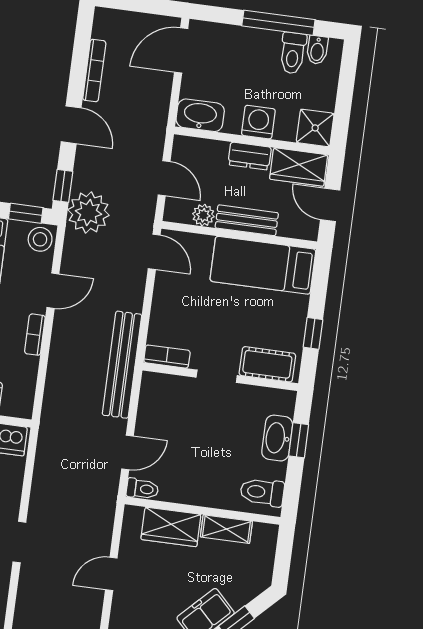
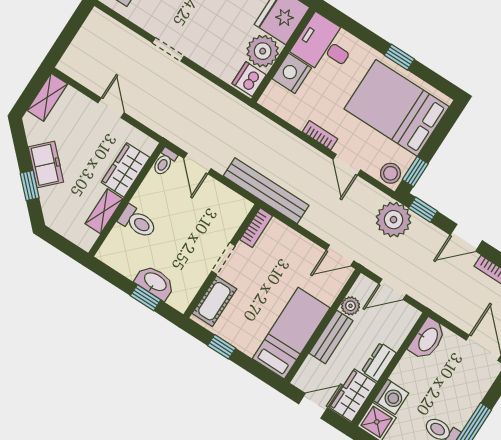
washing machine: (258, 122) -> (391, 397), moved
toilet: (262, 492) -> (138, 222), moved, turned 90

